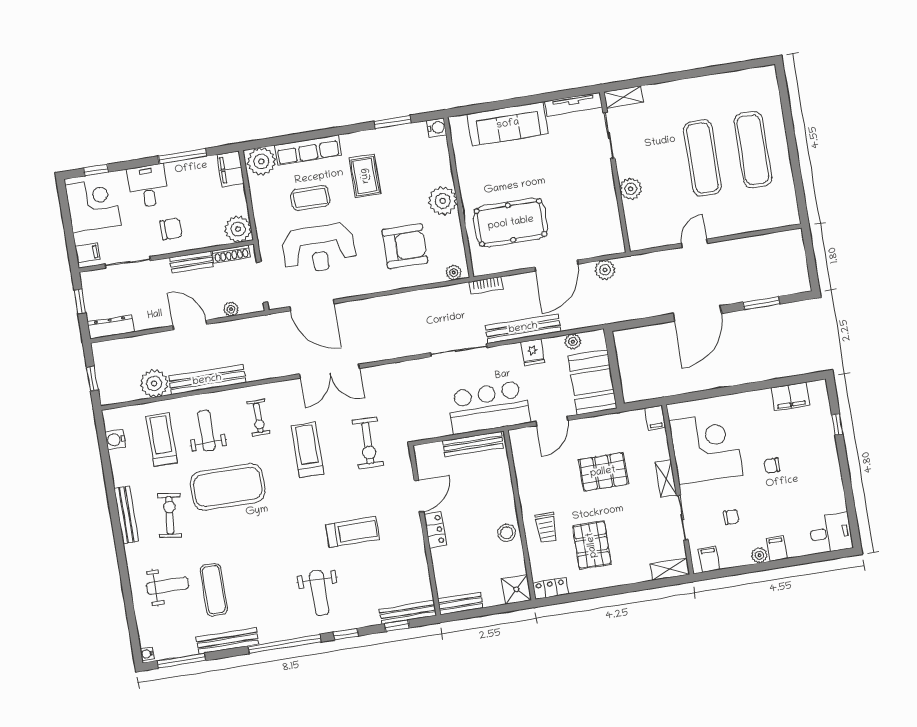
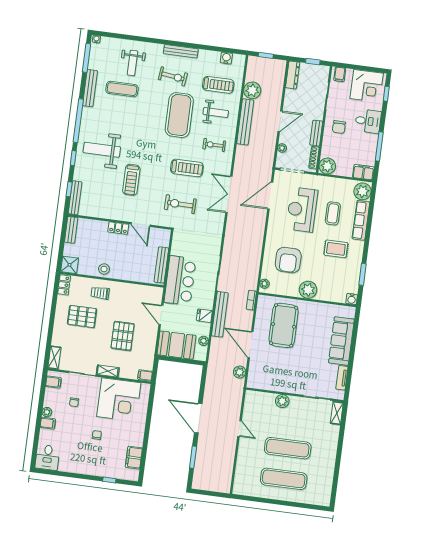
tv unit: (574, 104) -> (342, 378), width x0.71
weight bench: (319, 593) -> (102, 150), width x1.36, depth x1.33

